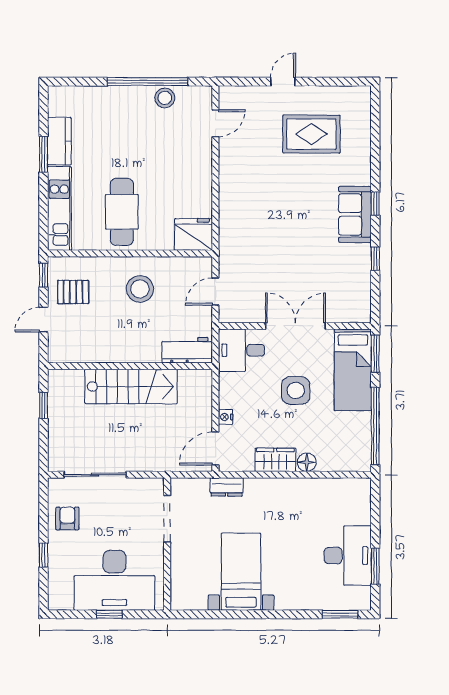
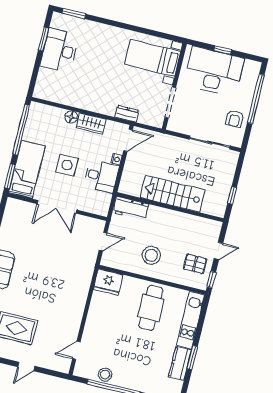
desk: (241, 350) -> (101, 176), moved
window: (43, 555) -> (256, 99), width x3.17
bed with nightstands: (241, 572) -> (153, 58), moved, turned 90

